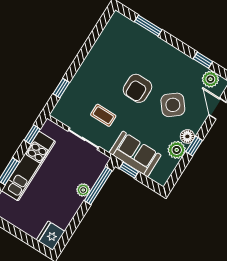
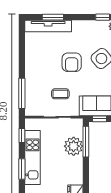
tv unit: (137, 32) -> (48, 26), added
window: (61, 88) -> (22, 93), width x2.17
plant: (83, 190) -> (74, 146), width x1.88, depth x1.88

